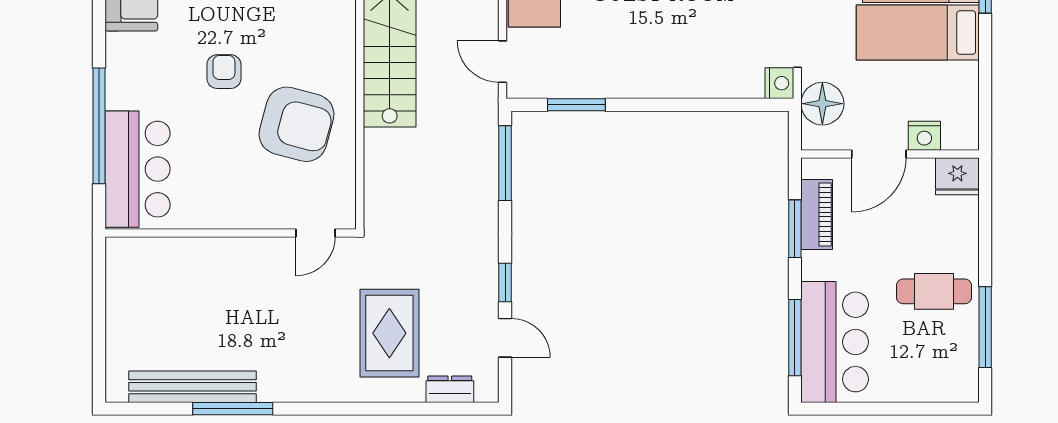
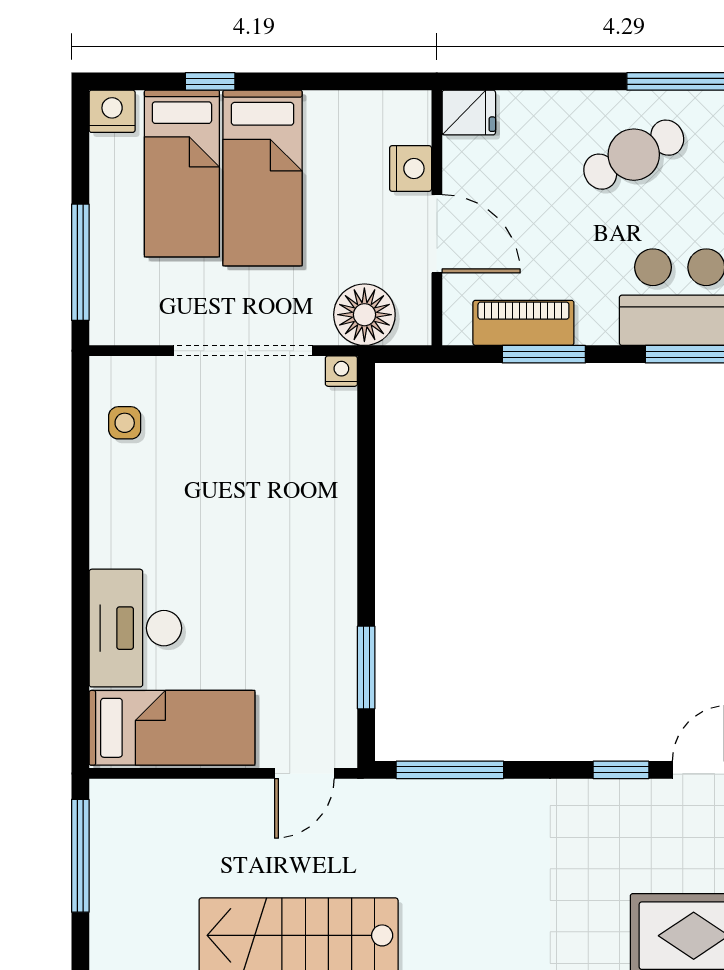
nightstand: (779, 83) -> (341, 371), width x0.72, depth x0.74
fridge: (957, 176) -> (469, 113), width x0.72
cafe table: (934, 291) -> (634, 155), turned 63

